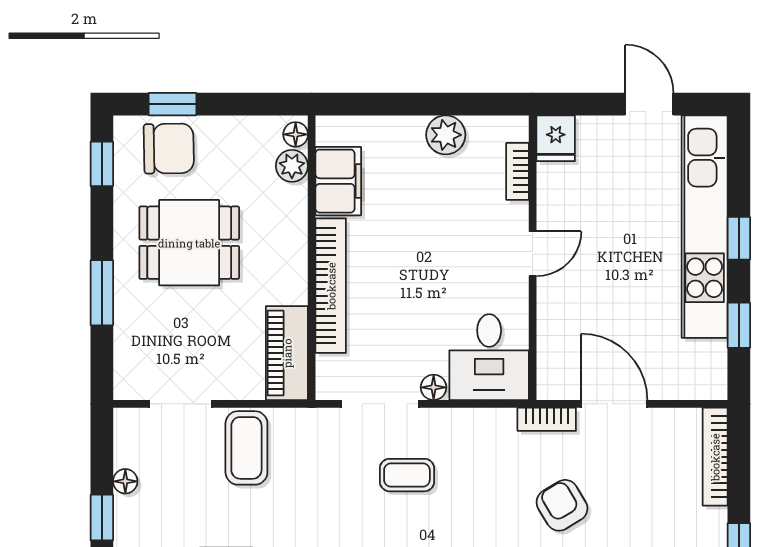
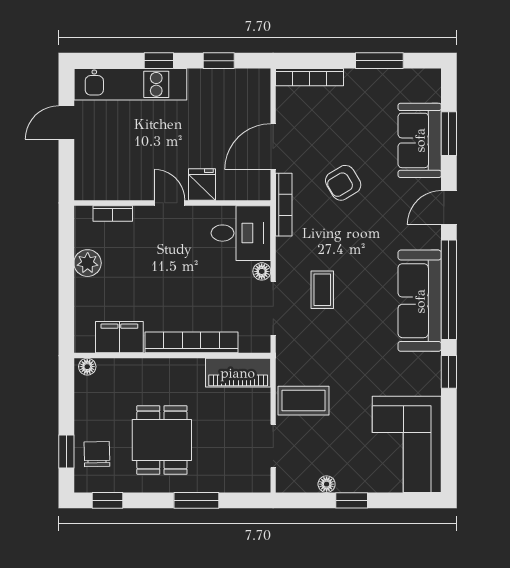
fridge: (556, 138) -> (202, 185), moved, turned -90
chair: (169, 148) -> (97, 454), width x0.73, depth x0.73
plant: (292, 166) -> (109, 369), removed
kitchen unit: (705, 227) -> (130, 84), width x0.73
bookcase: (547, 419) -> (284, 205), width x1.56

